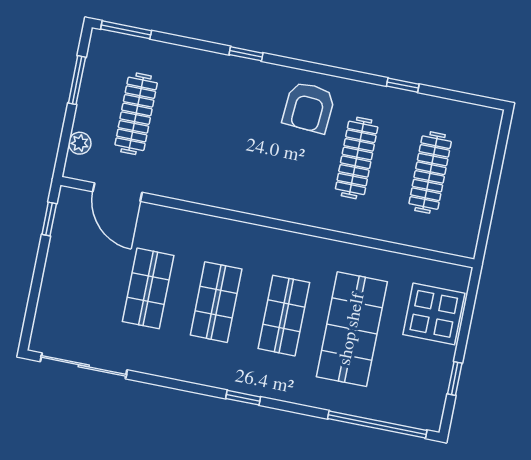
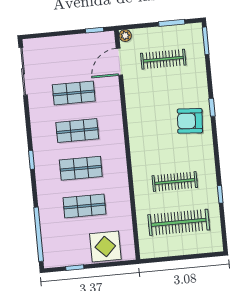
armchair: (309, 107) -> (190, 121), moved
plant: (80, 143) -> (125, 36), moved
clothes rail: (430, 173) -> (179, 222), width x1.37, depth x1.31
shop shelf: (352, 329) -> (84, 206), width x0.70, depth x0.74

